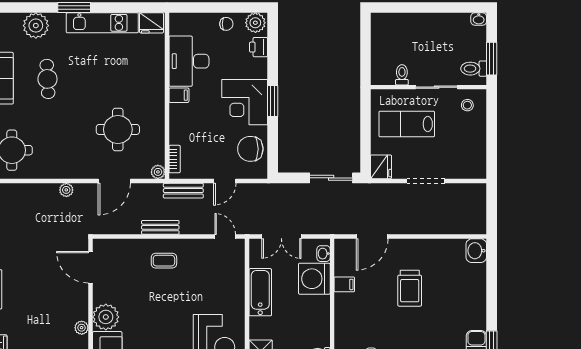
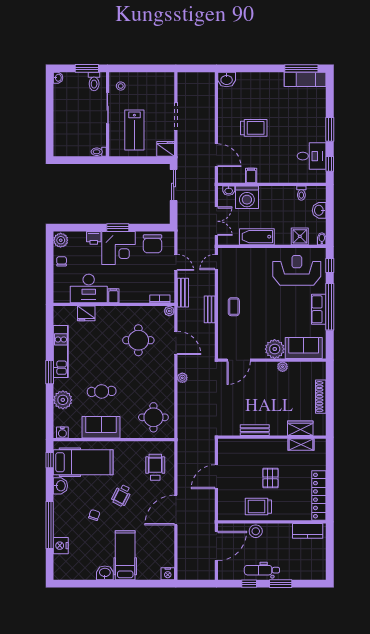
fridge: (151, 23) -> (86, 313), moved, turned 90
printer: (259, 47) -> (94, 238), moved
toilet: (402, 75) -> (99, 152), moved

